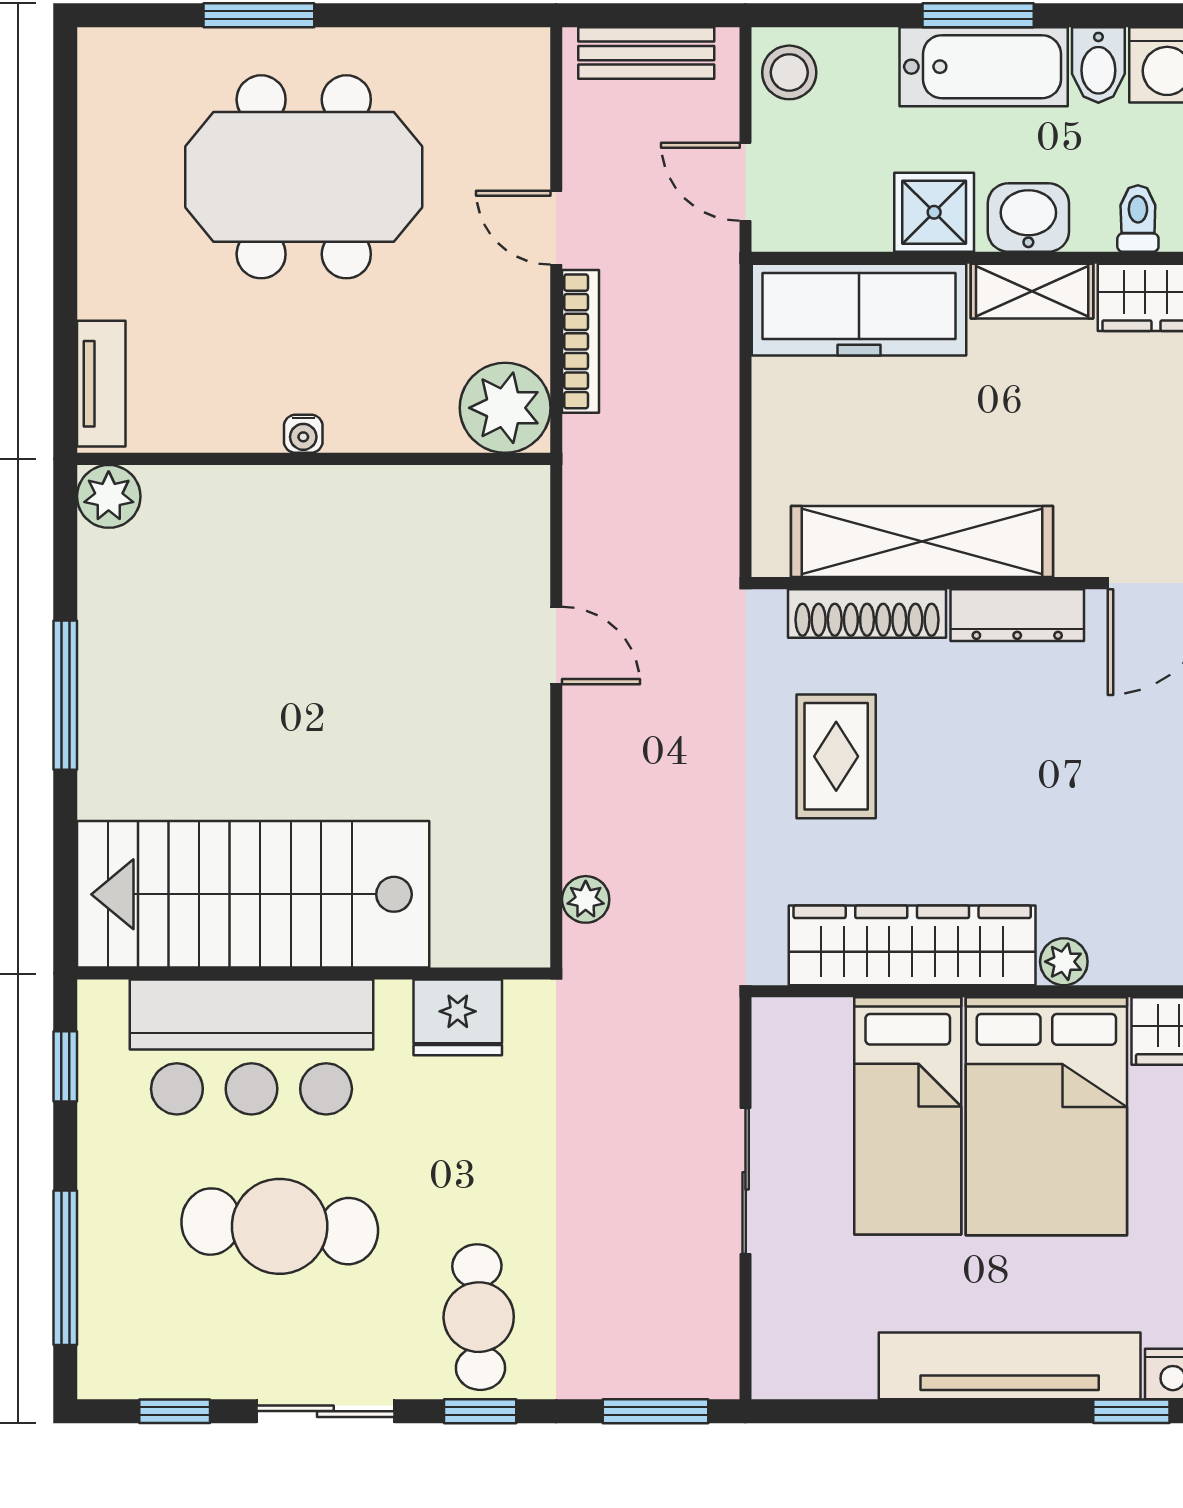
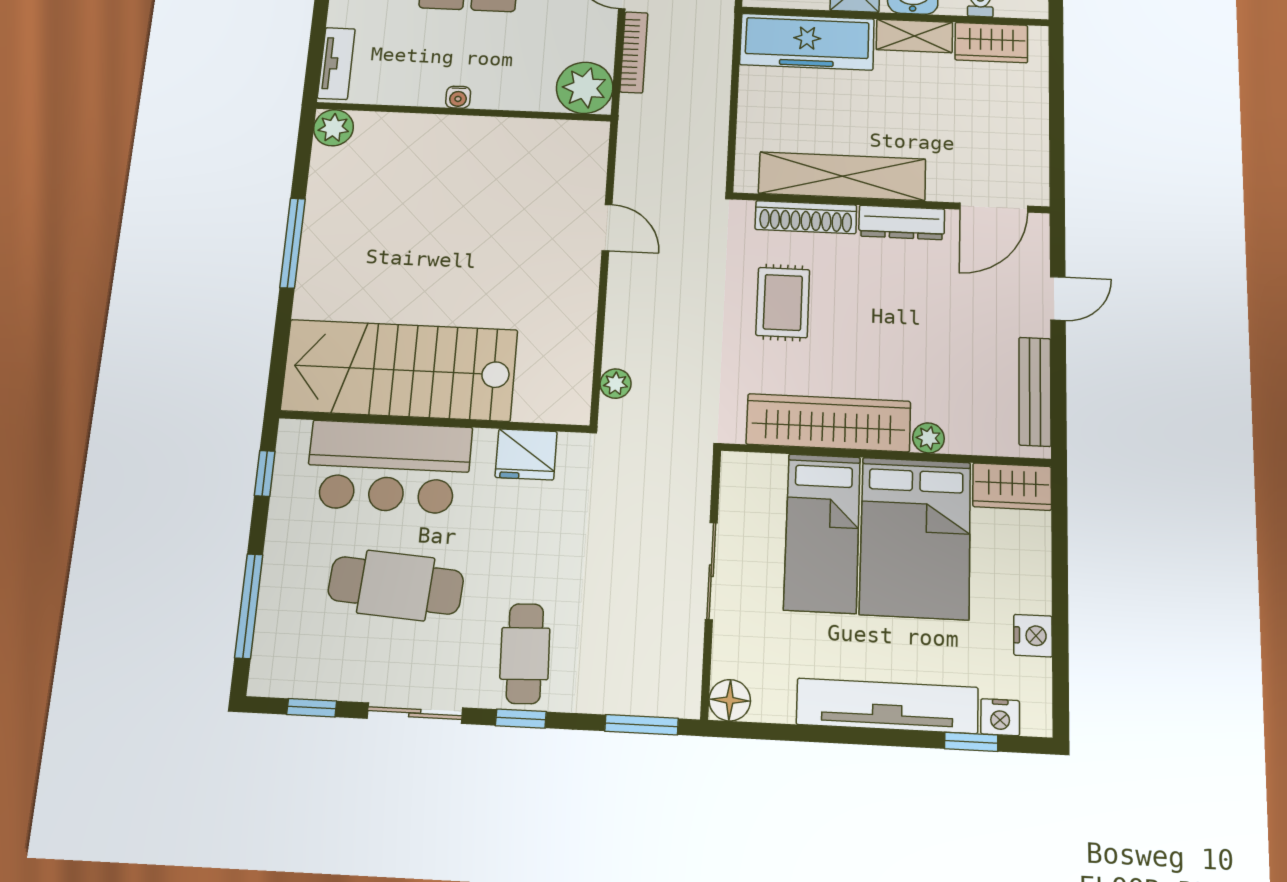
floor lamp: (781, 1369) -> (730, 700), added

